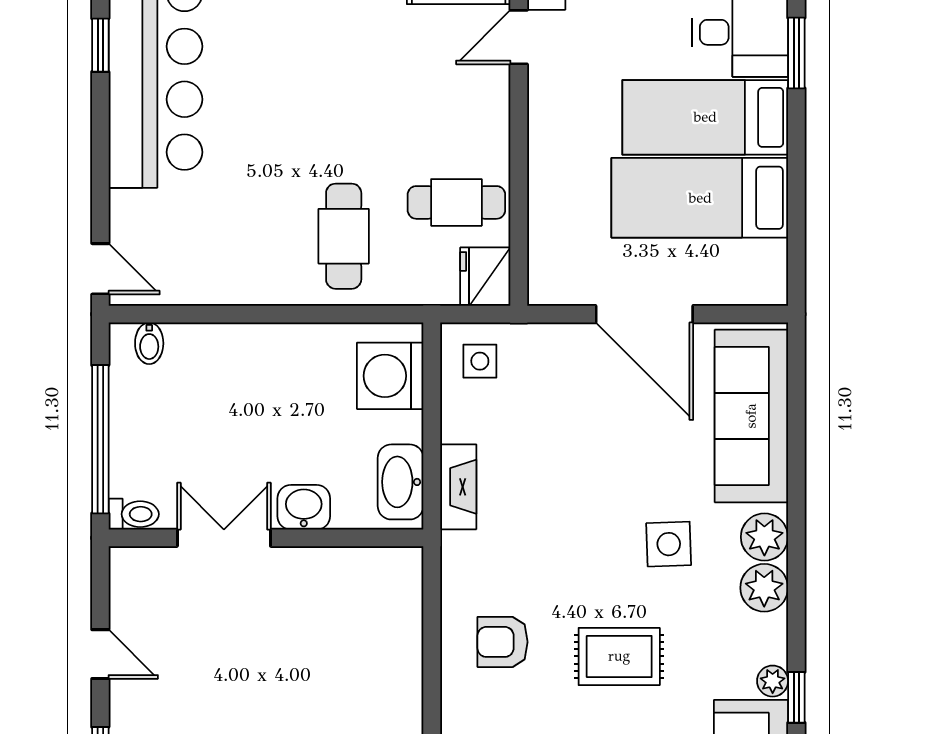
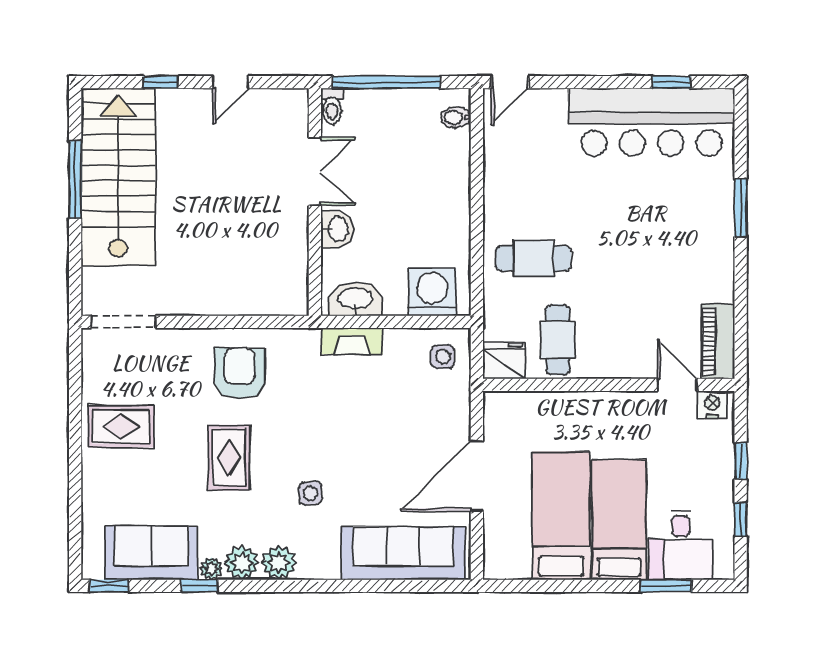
plant: (764, 537) -> (242, 563), moved
side table: (669, 544) -> (310, 493), width x0.73, depth x0.73
armchair: (503, 642) -> (240, 373), width x1.38, depth x1.38

